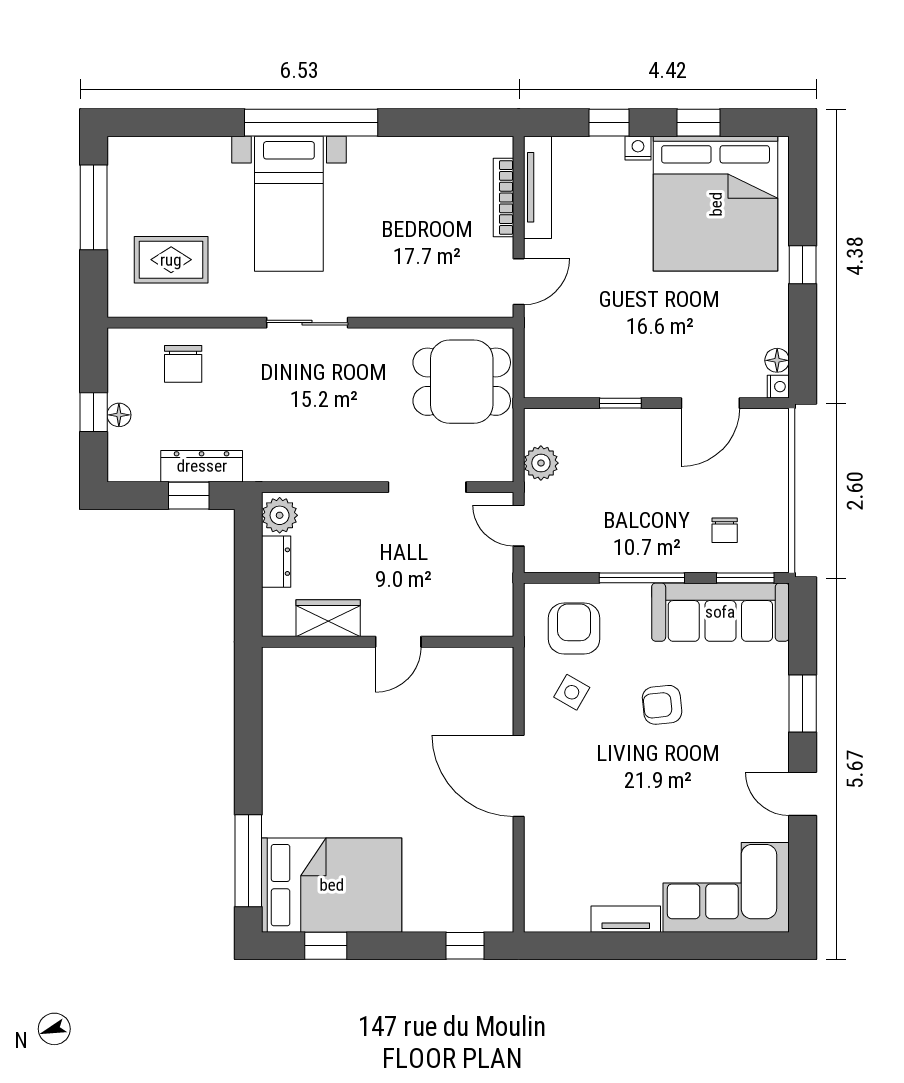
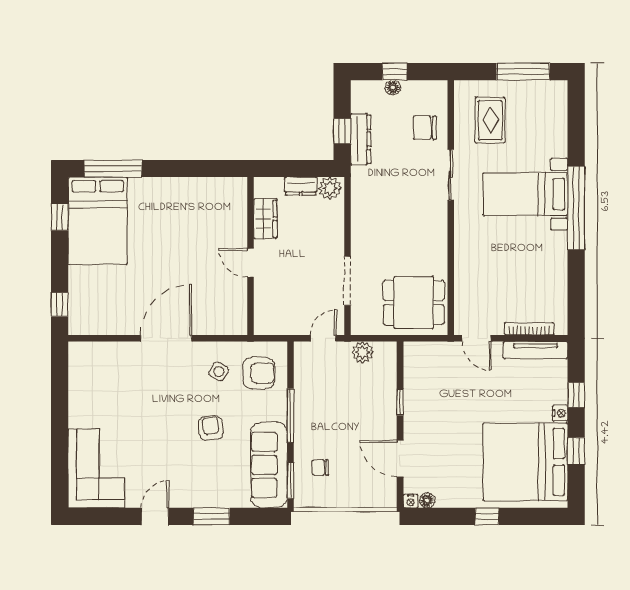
sliding door: (307, 323) -> (451, 175), moved
dining table: (462, 382) -> (414, 303), turned 90
tv unit: (626, 919) -> (76, 405), removed

